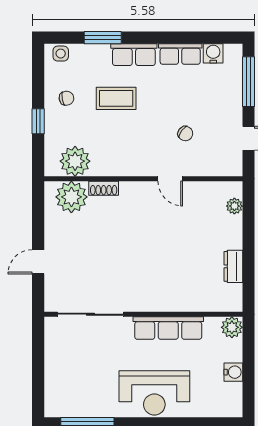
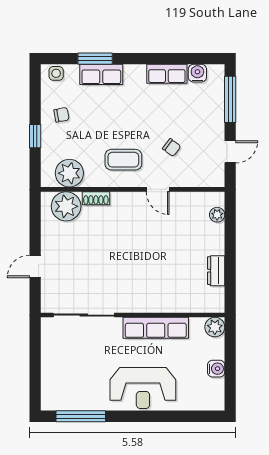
row of seats: (134, 55) -> (101, 74), moved
coffee table: (116, 98) -> (123, 160), moved

